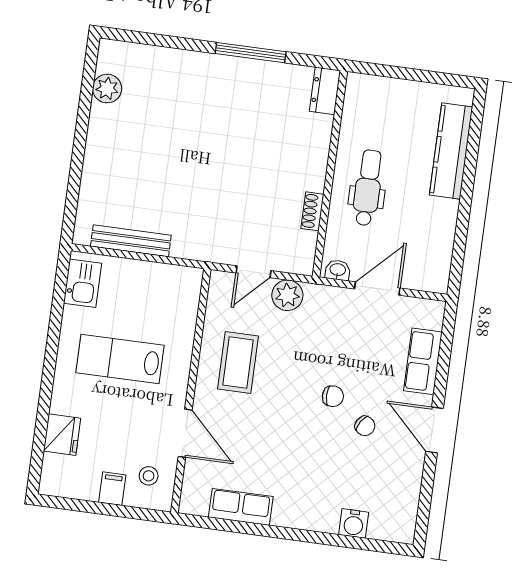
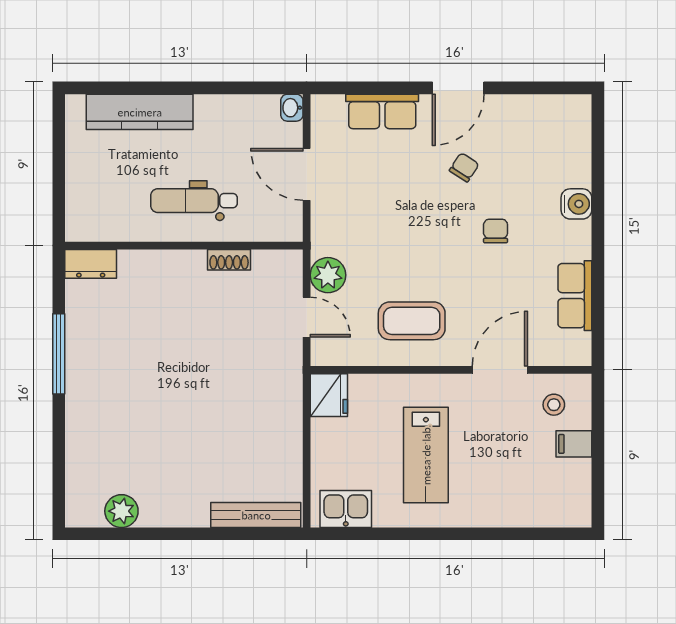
bench: (131, 241) -> (256, 515), moved, turned 90
washbasin: (338, 270) -> (292, 108), moved
chair: (333, 396) -> (496, 231), moved
fridge: (62, 435) -> (329, 395), moved, turned 90
water cooler: (354, 523) -> (576, 204), moved

